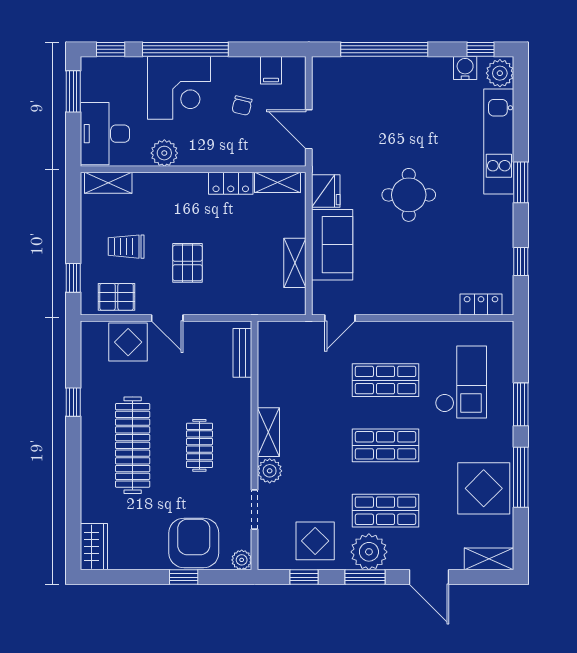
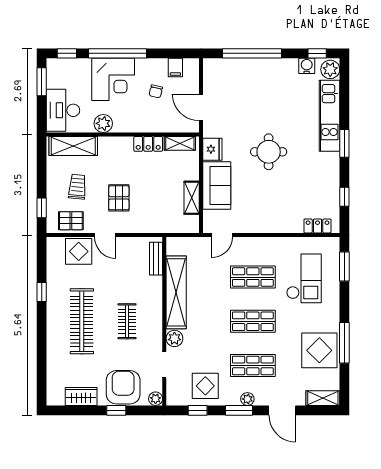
shelving: (108, 183) -> (73, 146), width x1.50, depth x1.33
trolley: (126, 247) -> (77, 187), turned 95
window: (521, 404) -> (344, 267), moved
shelving: (268, 432) -> (176, 292), width x2.20, depth x1.33
wardrobe: (94, 547) -> (81, 396), moved, turned -90
plant: (369, 552) -> (247, 399), width x0.53, depth x0.53

